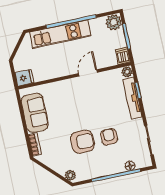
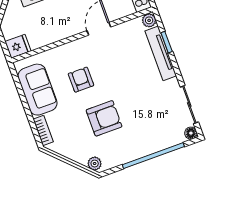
armchair: (109, 137) -> (81, 80), moved
floor lamp: (130, 166) -> (191, 133), moved

